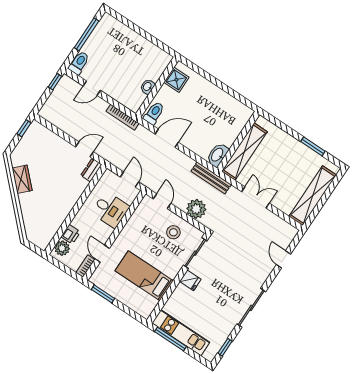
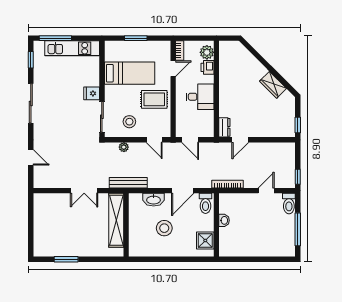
stool: (206, 116) -> (164, 228), added
washbasin: (217, 155) -> (154, 200), moved, turned 90
shelving: (313, 196) -> (41, 221), removed
plant: (196, 209) -> (124, 147), width x0.53, depth x0.53
desk: (110, 210) -> (200, 97), moved, turned 180
rug: (138, 237) -> (154, 99), added
door: (102, 254) -> (173, 69), hinge flipped
window: (103, 294) -> (136, 38), moved
window: (170, 339) -> (55, 38), moved

